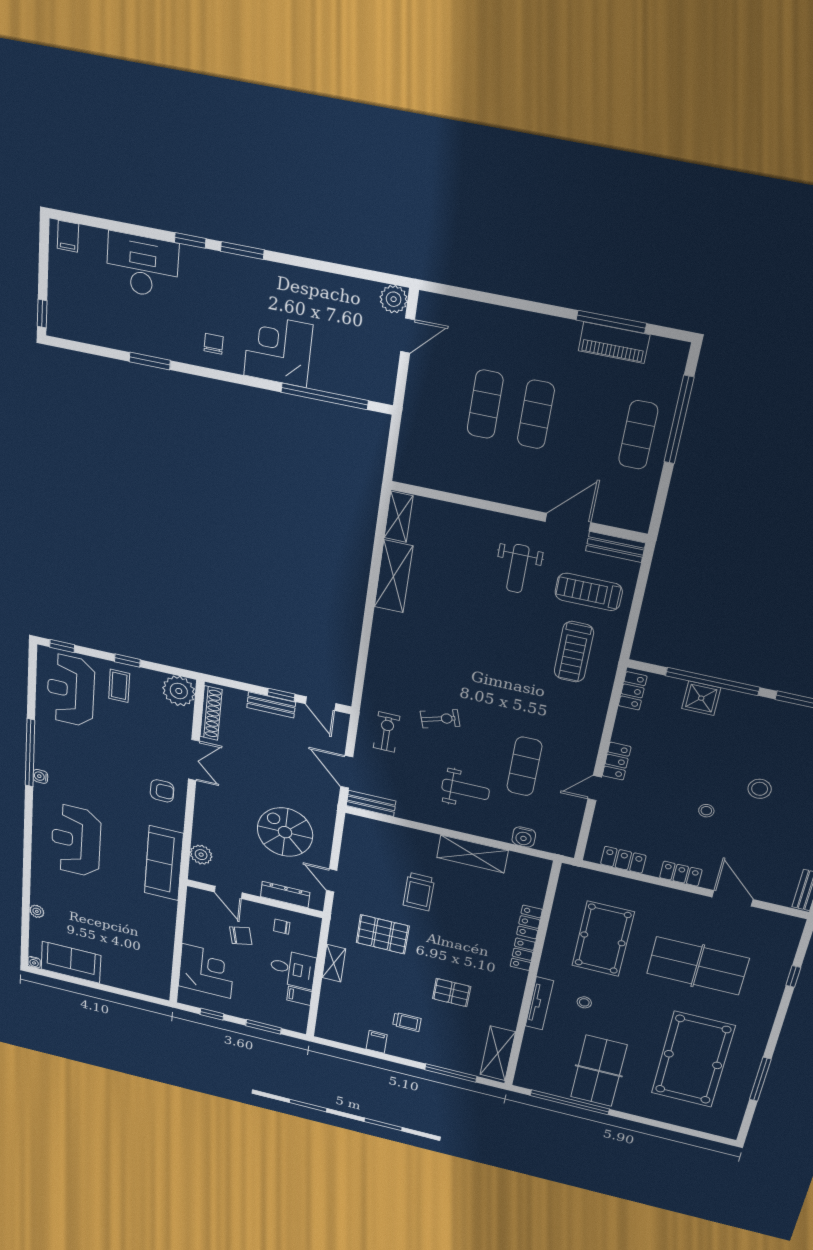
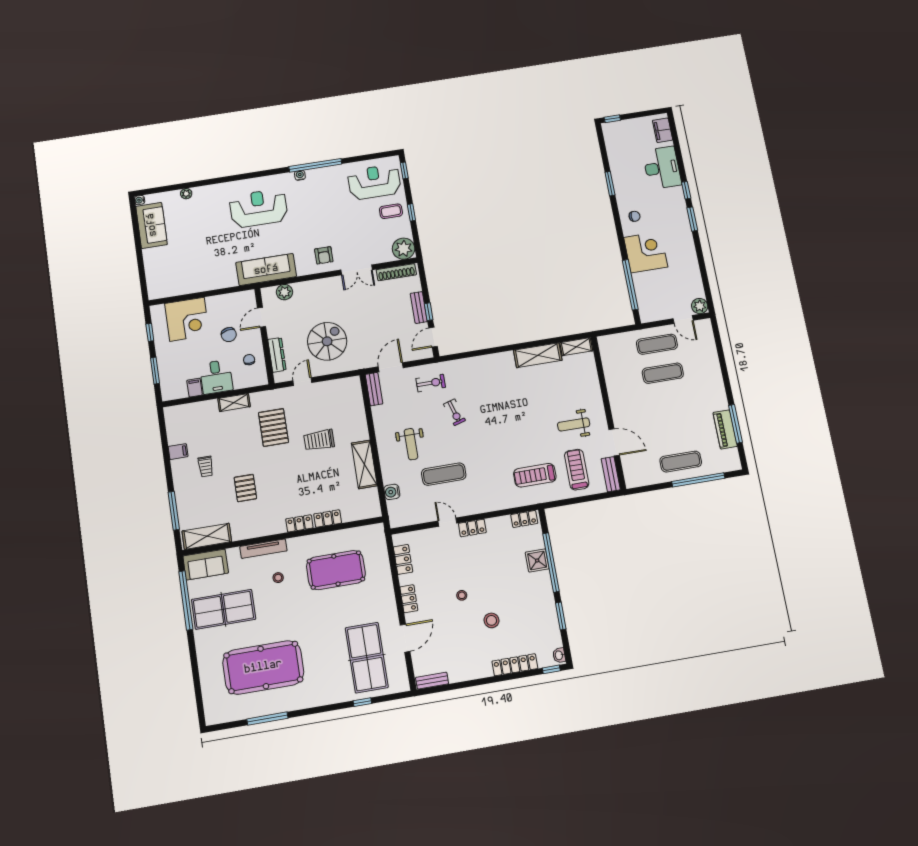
filing cabinet: (68, 236) -> (663, 130), width x2.00
exercise mat: (536, 414) -> (657, 344), moved
table tennis table: (698, 966) -> (367, 658), moved
sofa: (533, 1067) -> (206, 565), added

